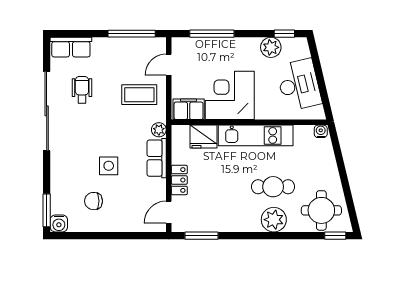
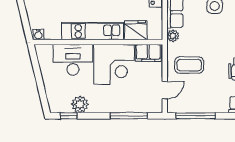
desk: (299, 85) -> (73, 60), moved, turned 103

